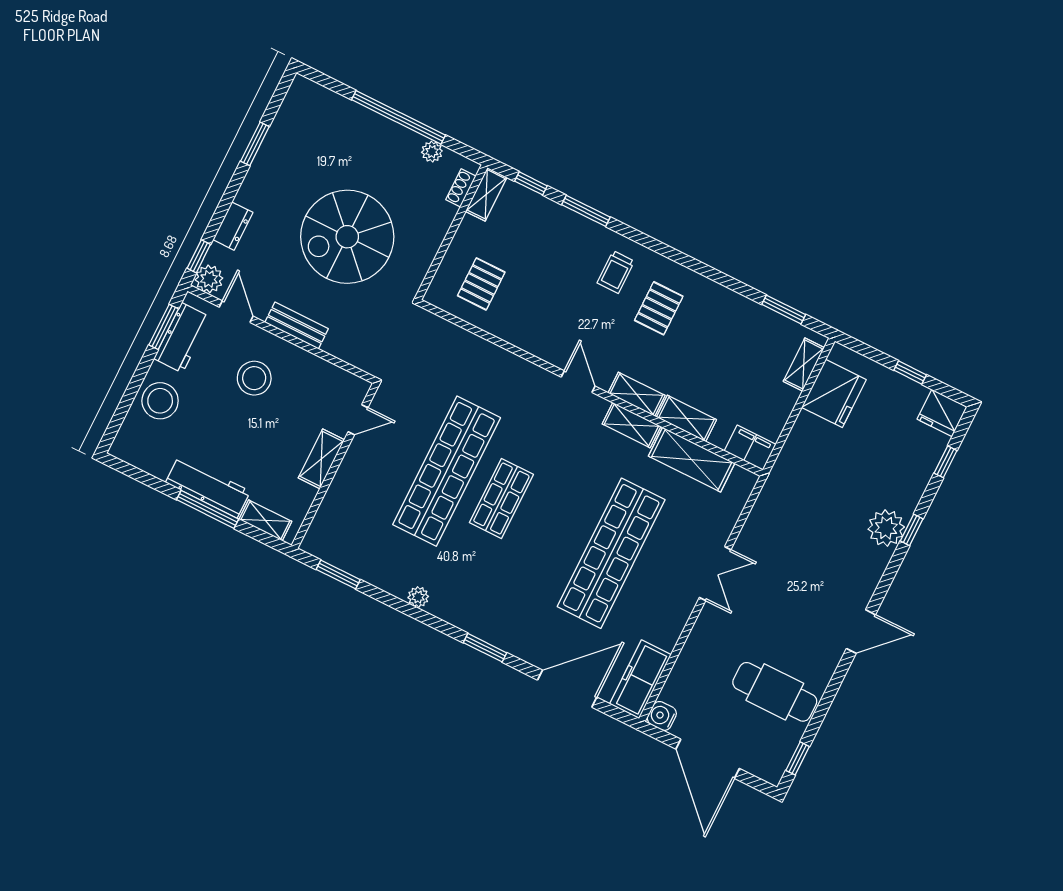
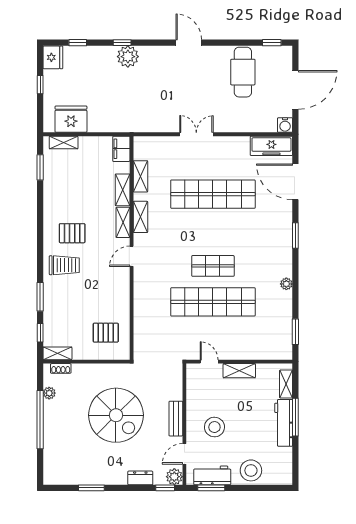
trolley: (616, 272) -> (64, 265), width x1.36, depth x1.39
shelving: (692, 460) -> (141, 176), width x0.67, depth x0.75

